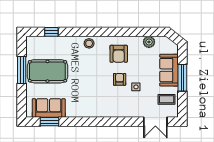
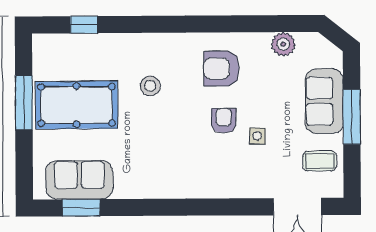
stool: (89, 43) -> (150, 86), moved
armchair: (119, 54) -> (221, 69), turned 90

